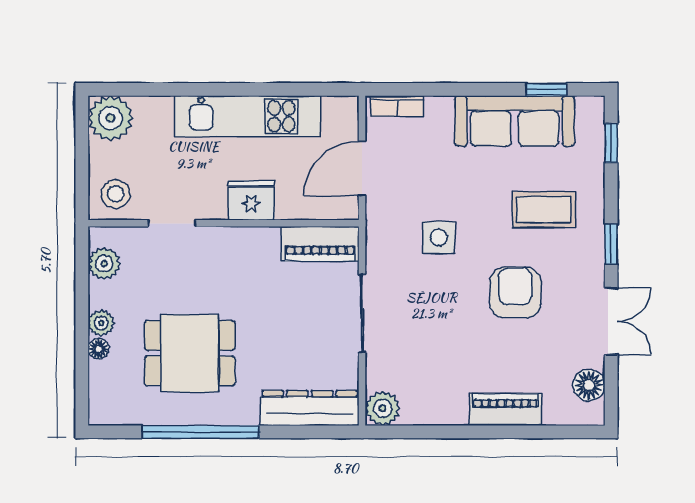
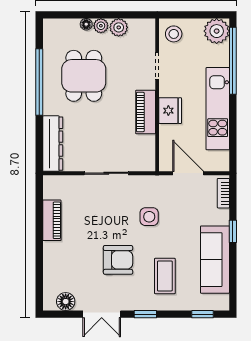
window: (163, 89) -> (233, 61), added
window: (547, 89) -> (233, 231), moved
piano: (320, 244) -> (146, 112), moved
plant: (104, 263) -> (119, 27), moved
plant: (382, 408) -> (53, 185), removed
piano: (505, 410) -> (52, 220), moved

